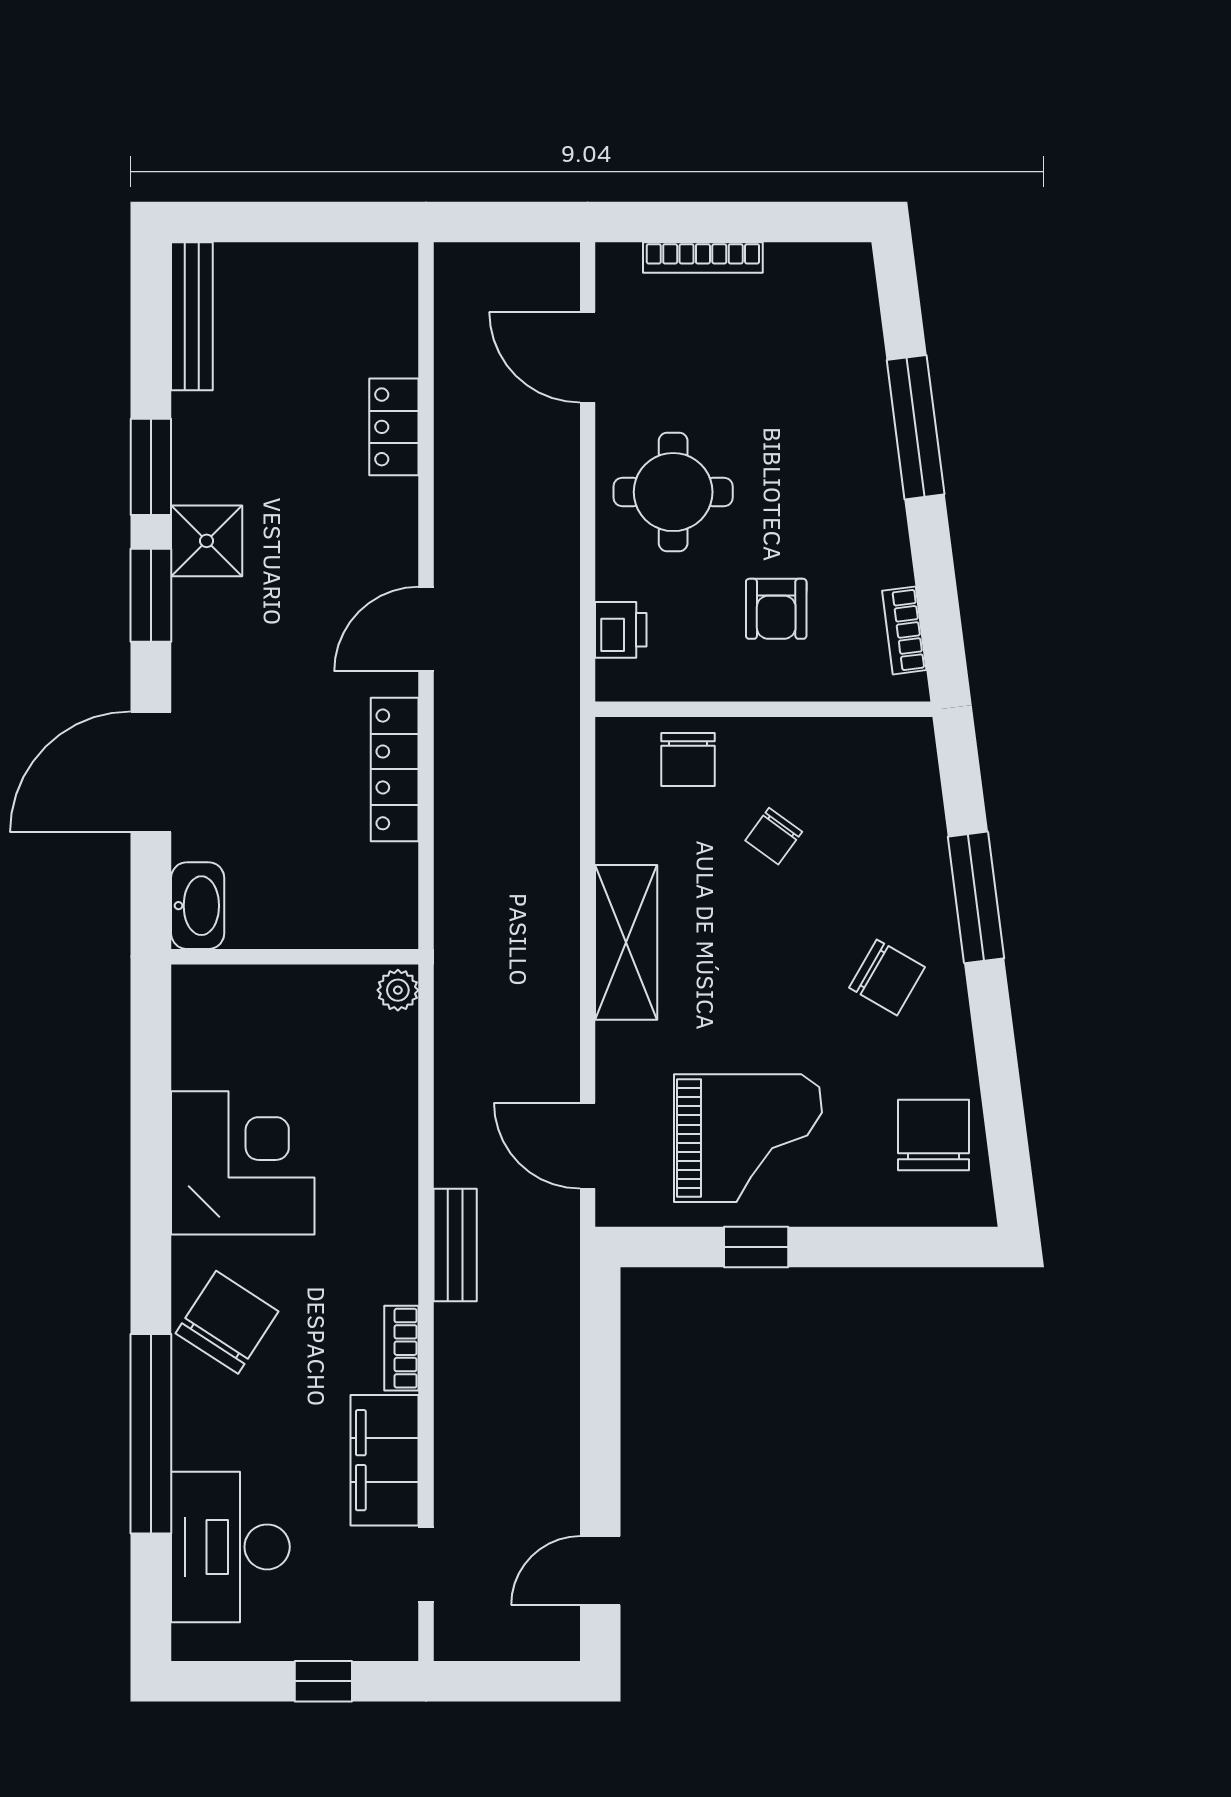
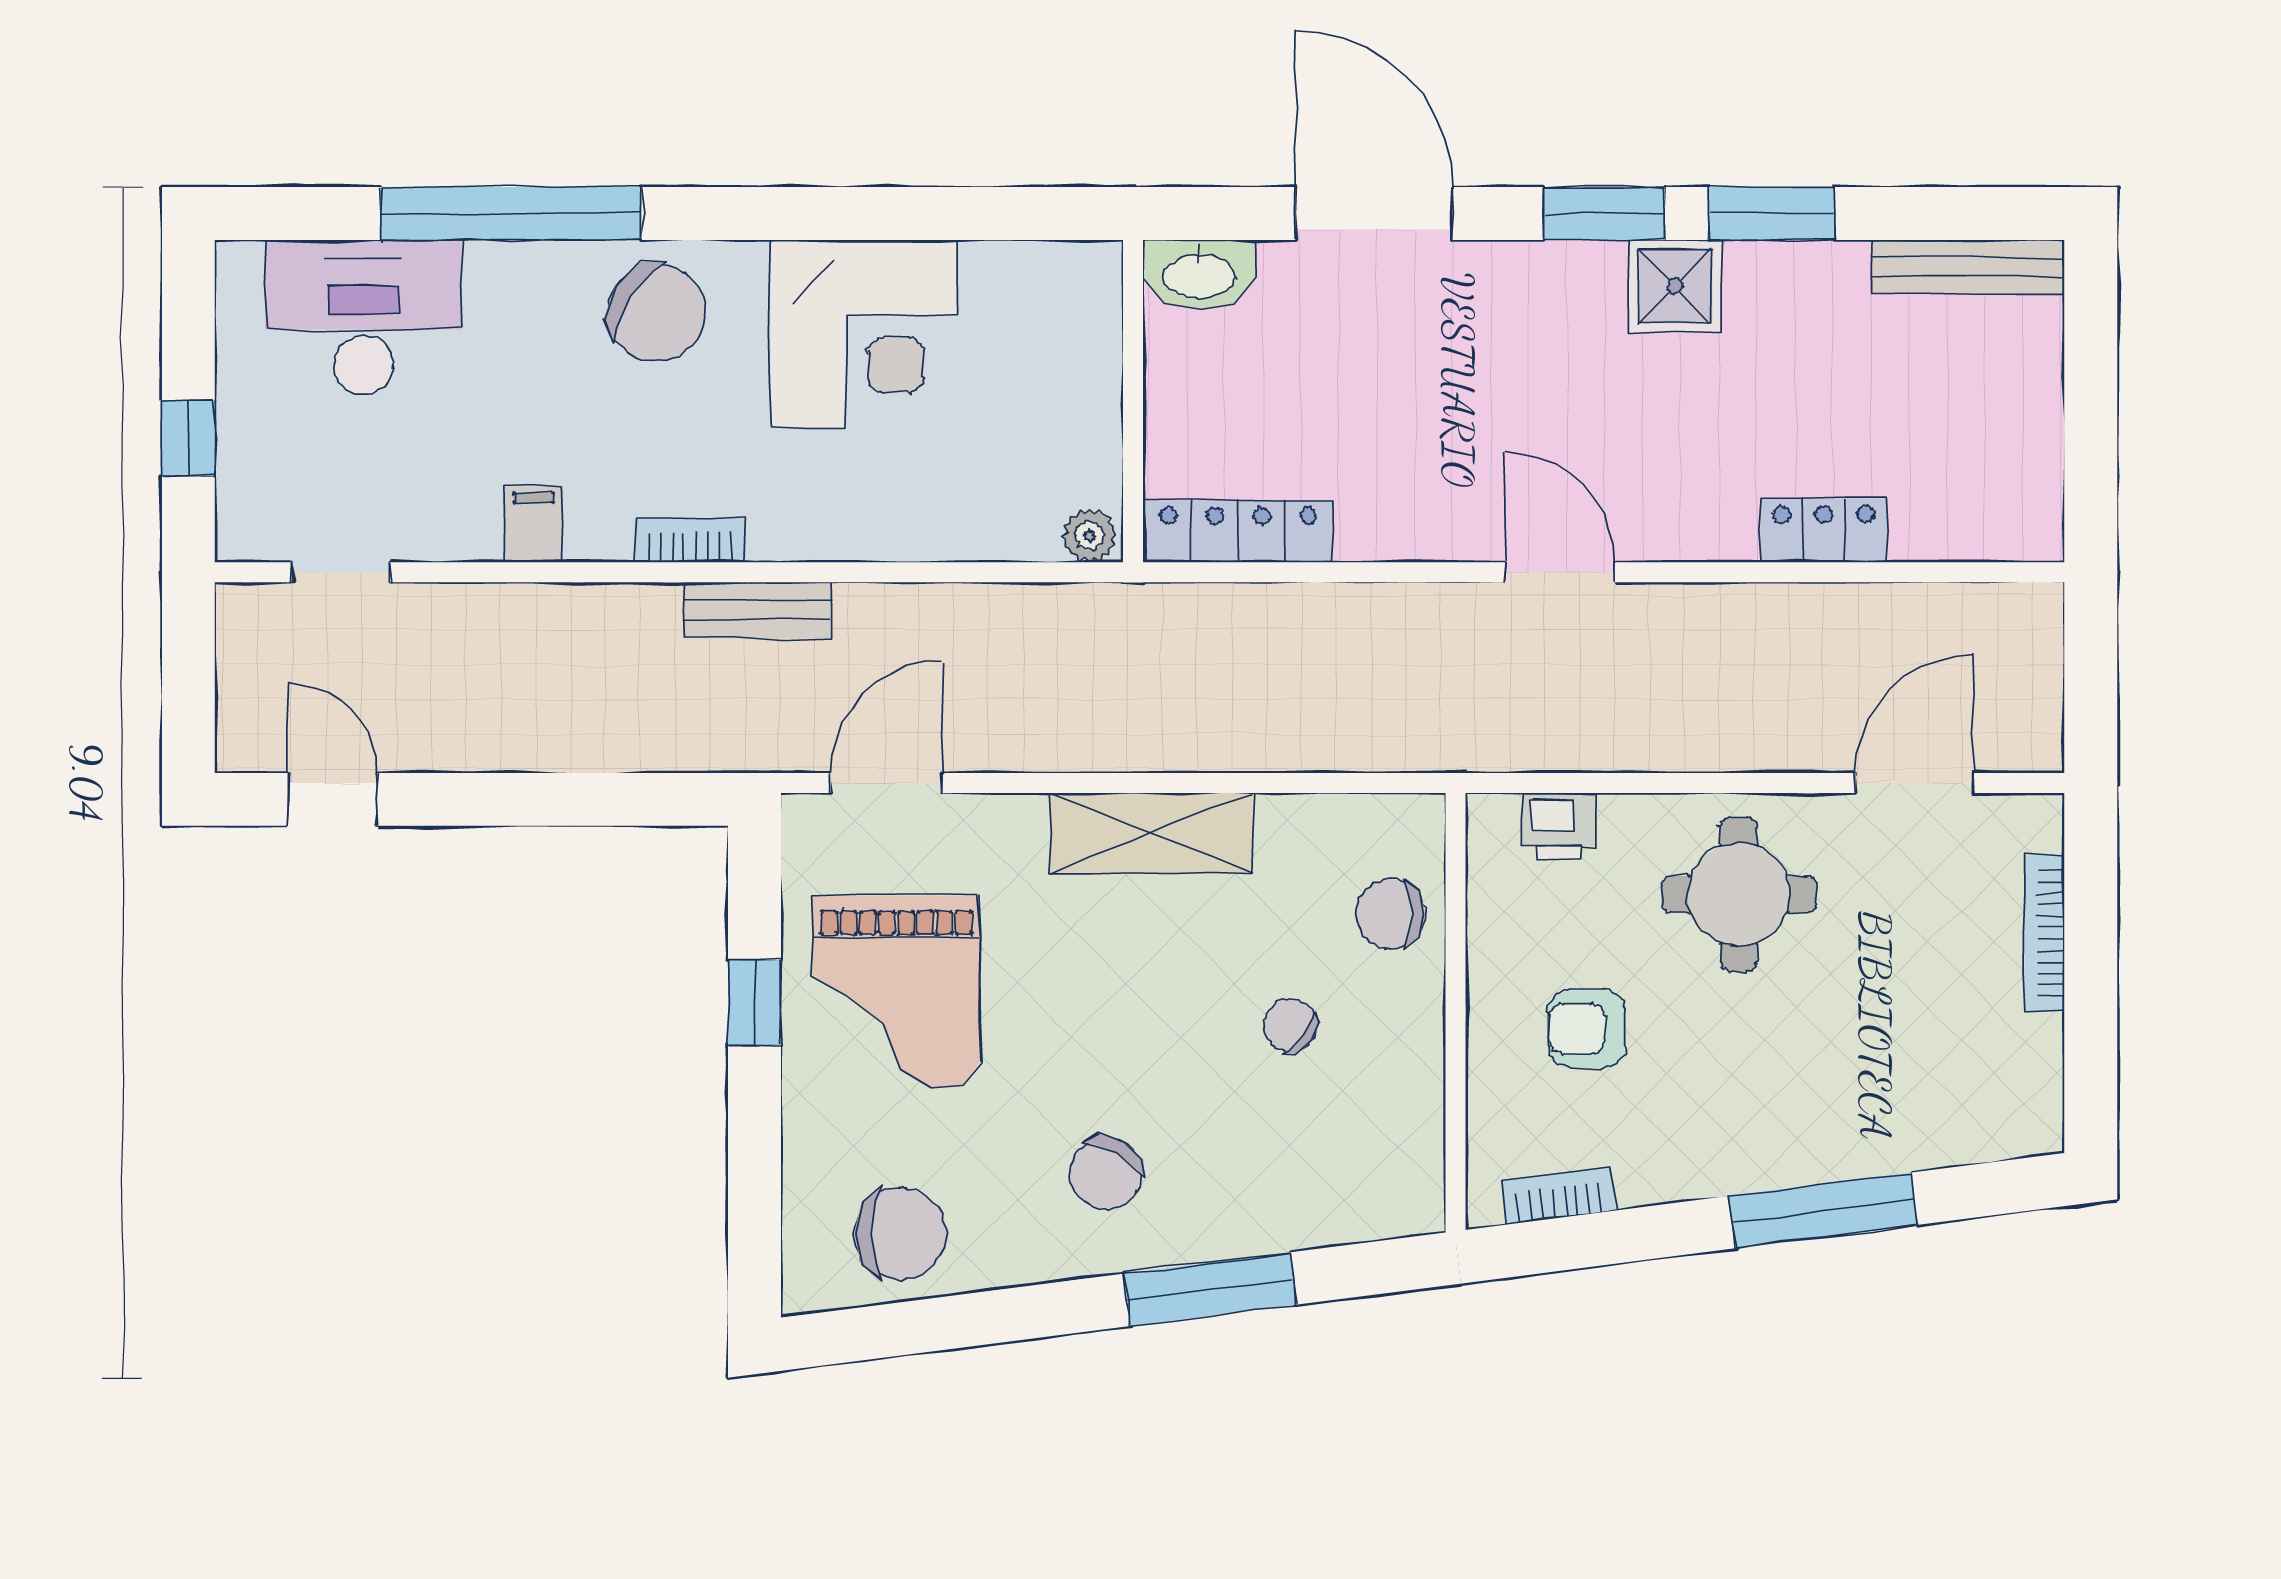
locker: (395, 769) -> (1238, 531), moved
bookcase: (401, 1348) -> (690, 540), moved
filing cabinet: (385, 1460) -> (533, 524), width x0.33, depth x0.86

